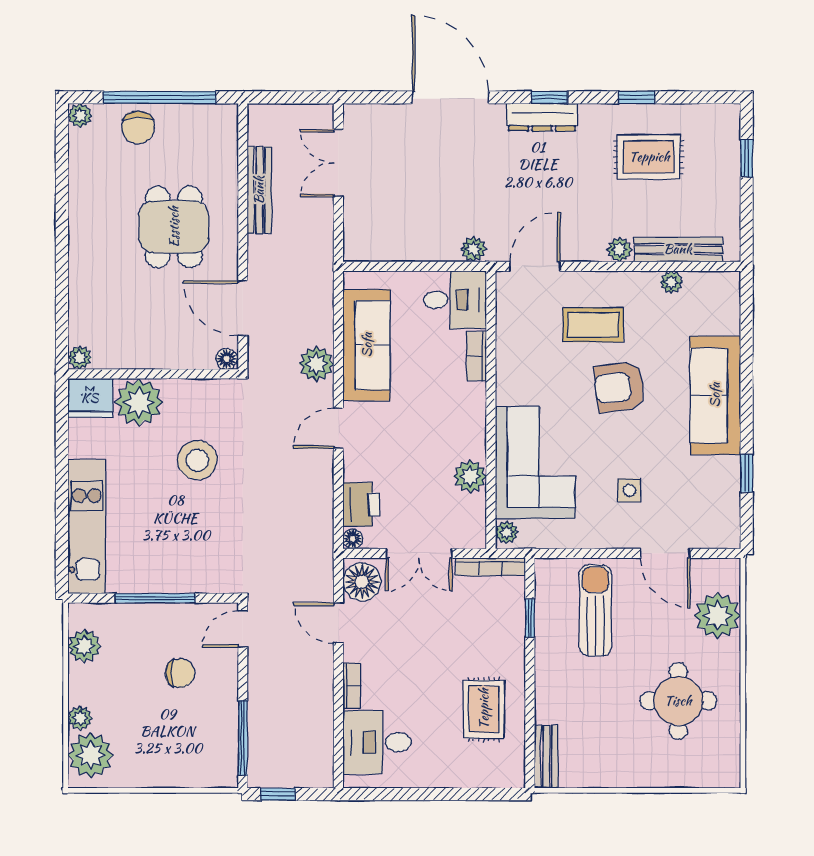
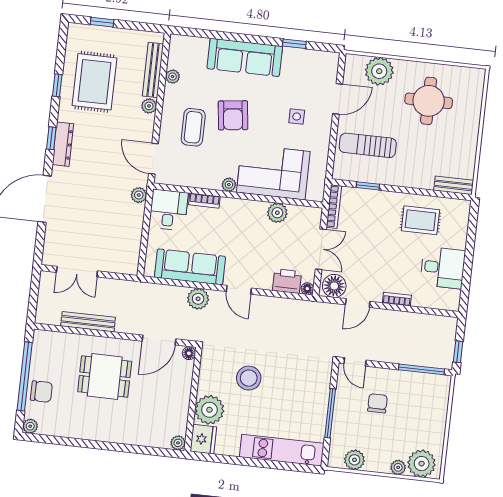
rug: (649, 157) -> (94, 82), width x1.36, depth x1.43
plant: (507, 532) -> (229, 185), moved
desk: (377, 742) -> (443, 268), moved, turned -90

